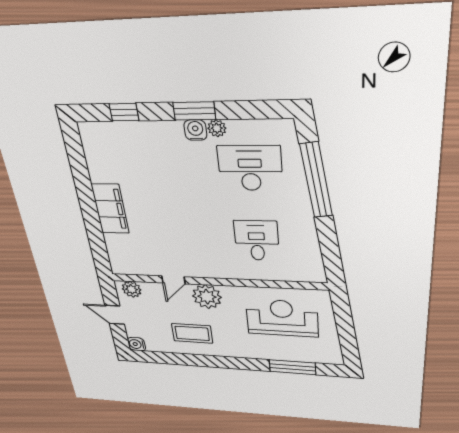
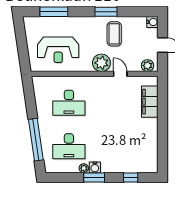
filing cabinet: (110, 209) -> (150, 102), moved
desk: (257, 241) -> (69, 103), width x1.37
door: (173, 280) -> (120, 74), hinge flipped
coffee table: (192, 333) -> (114, 34), turned 90
window: (209, 361) -> (106, 12), added

